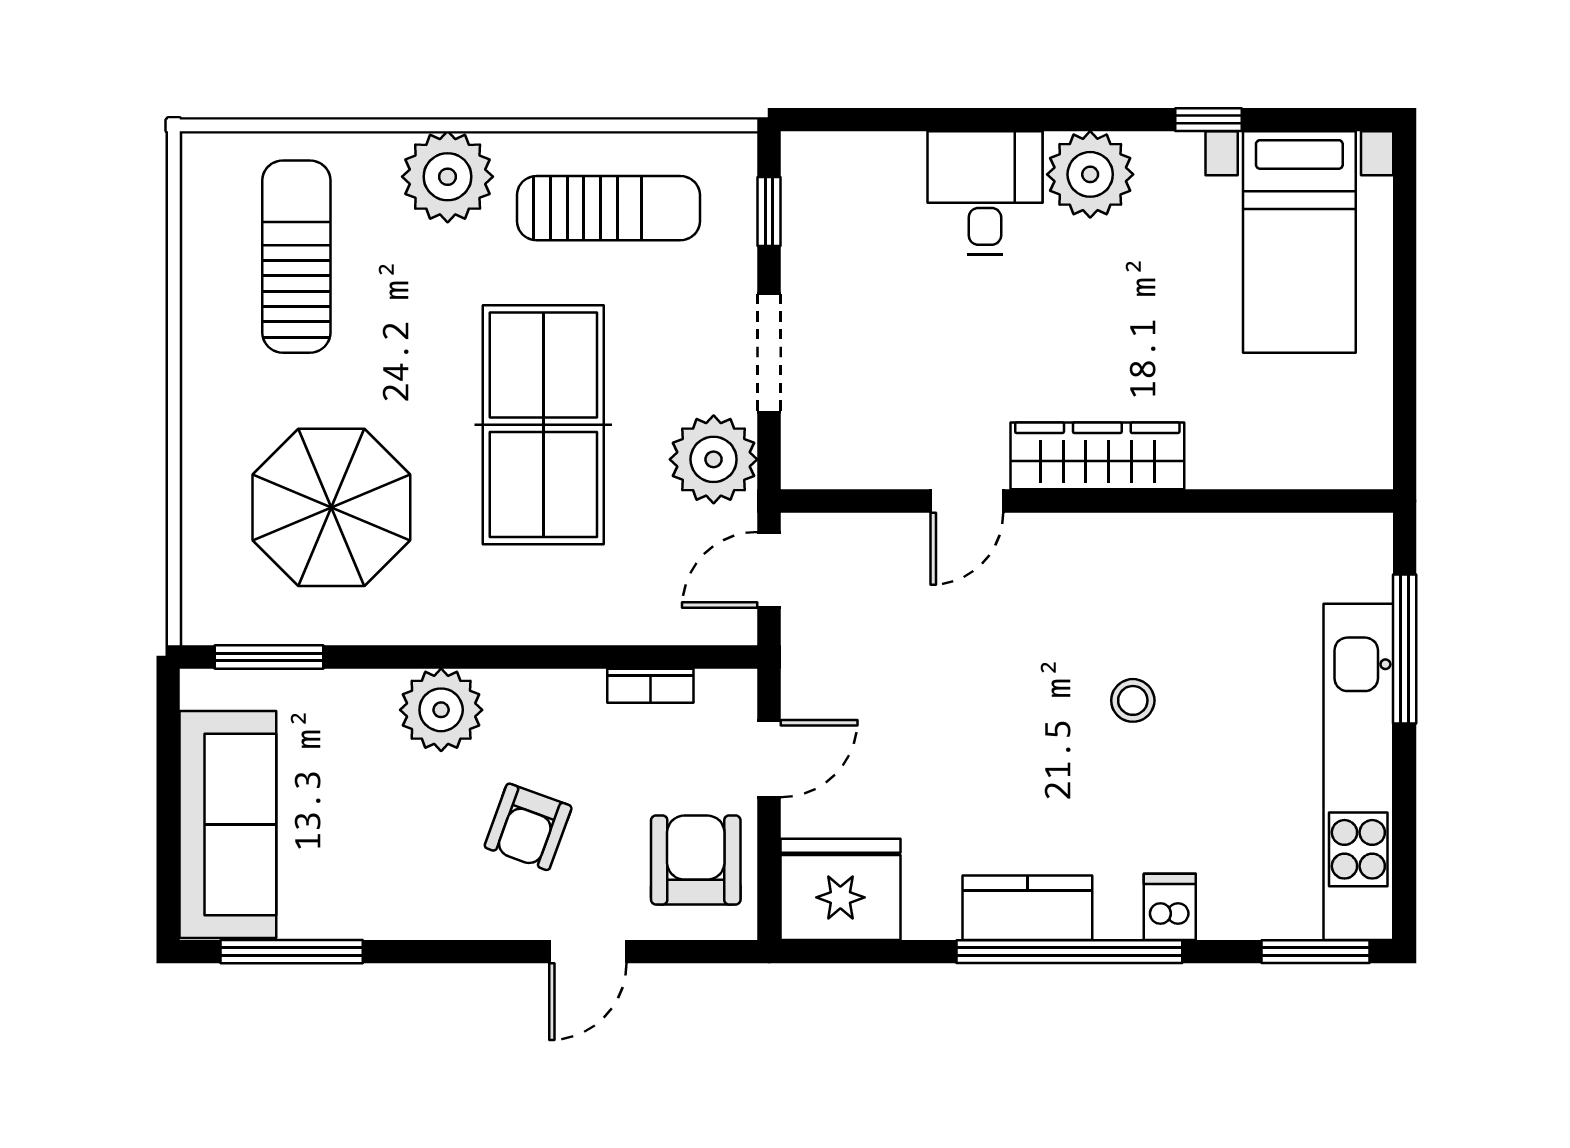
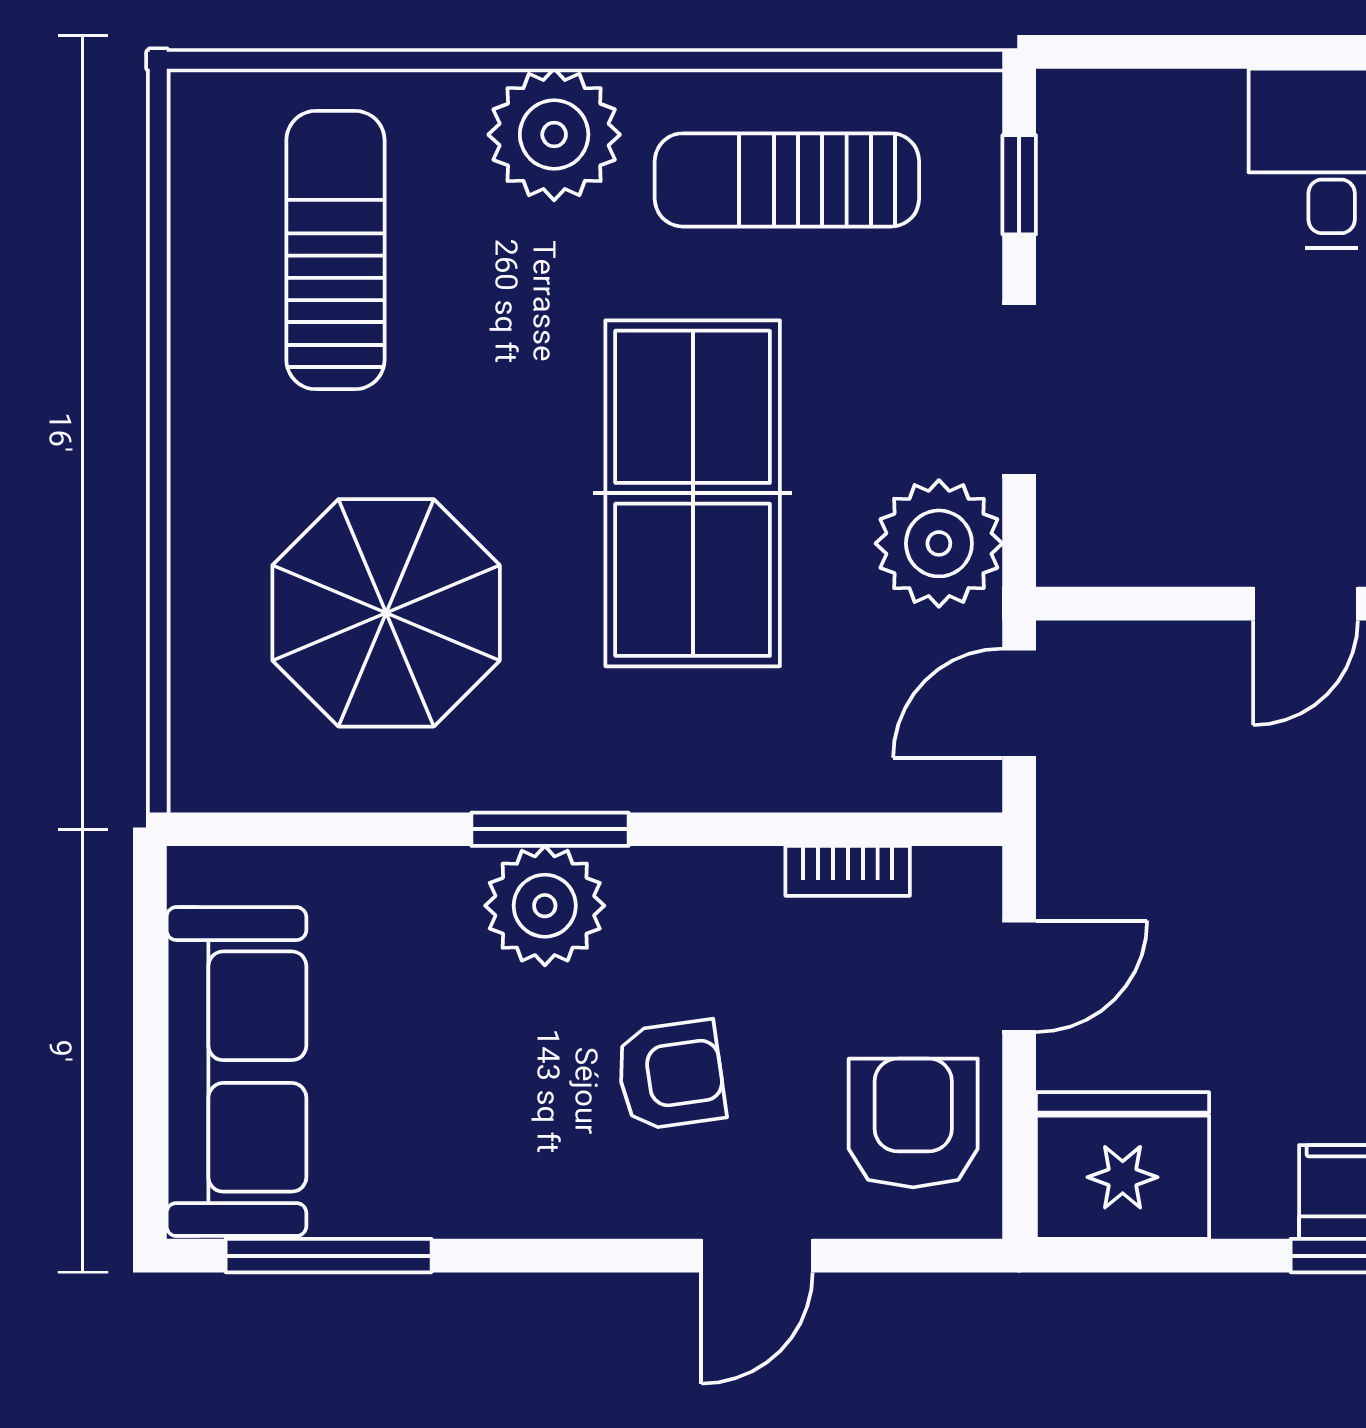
sun lounger: (608, 208) -> (787, 180), turned 180
window: (269, 657) -> (550, 829), moved
armchair: (528, 827) -> (671, 1075), turned -118

